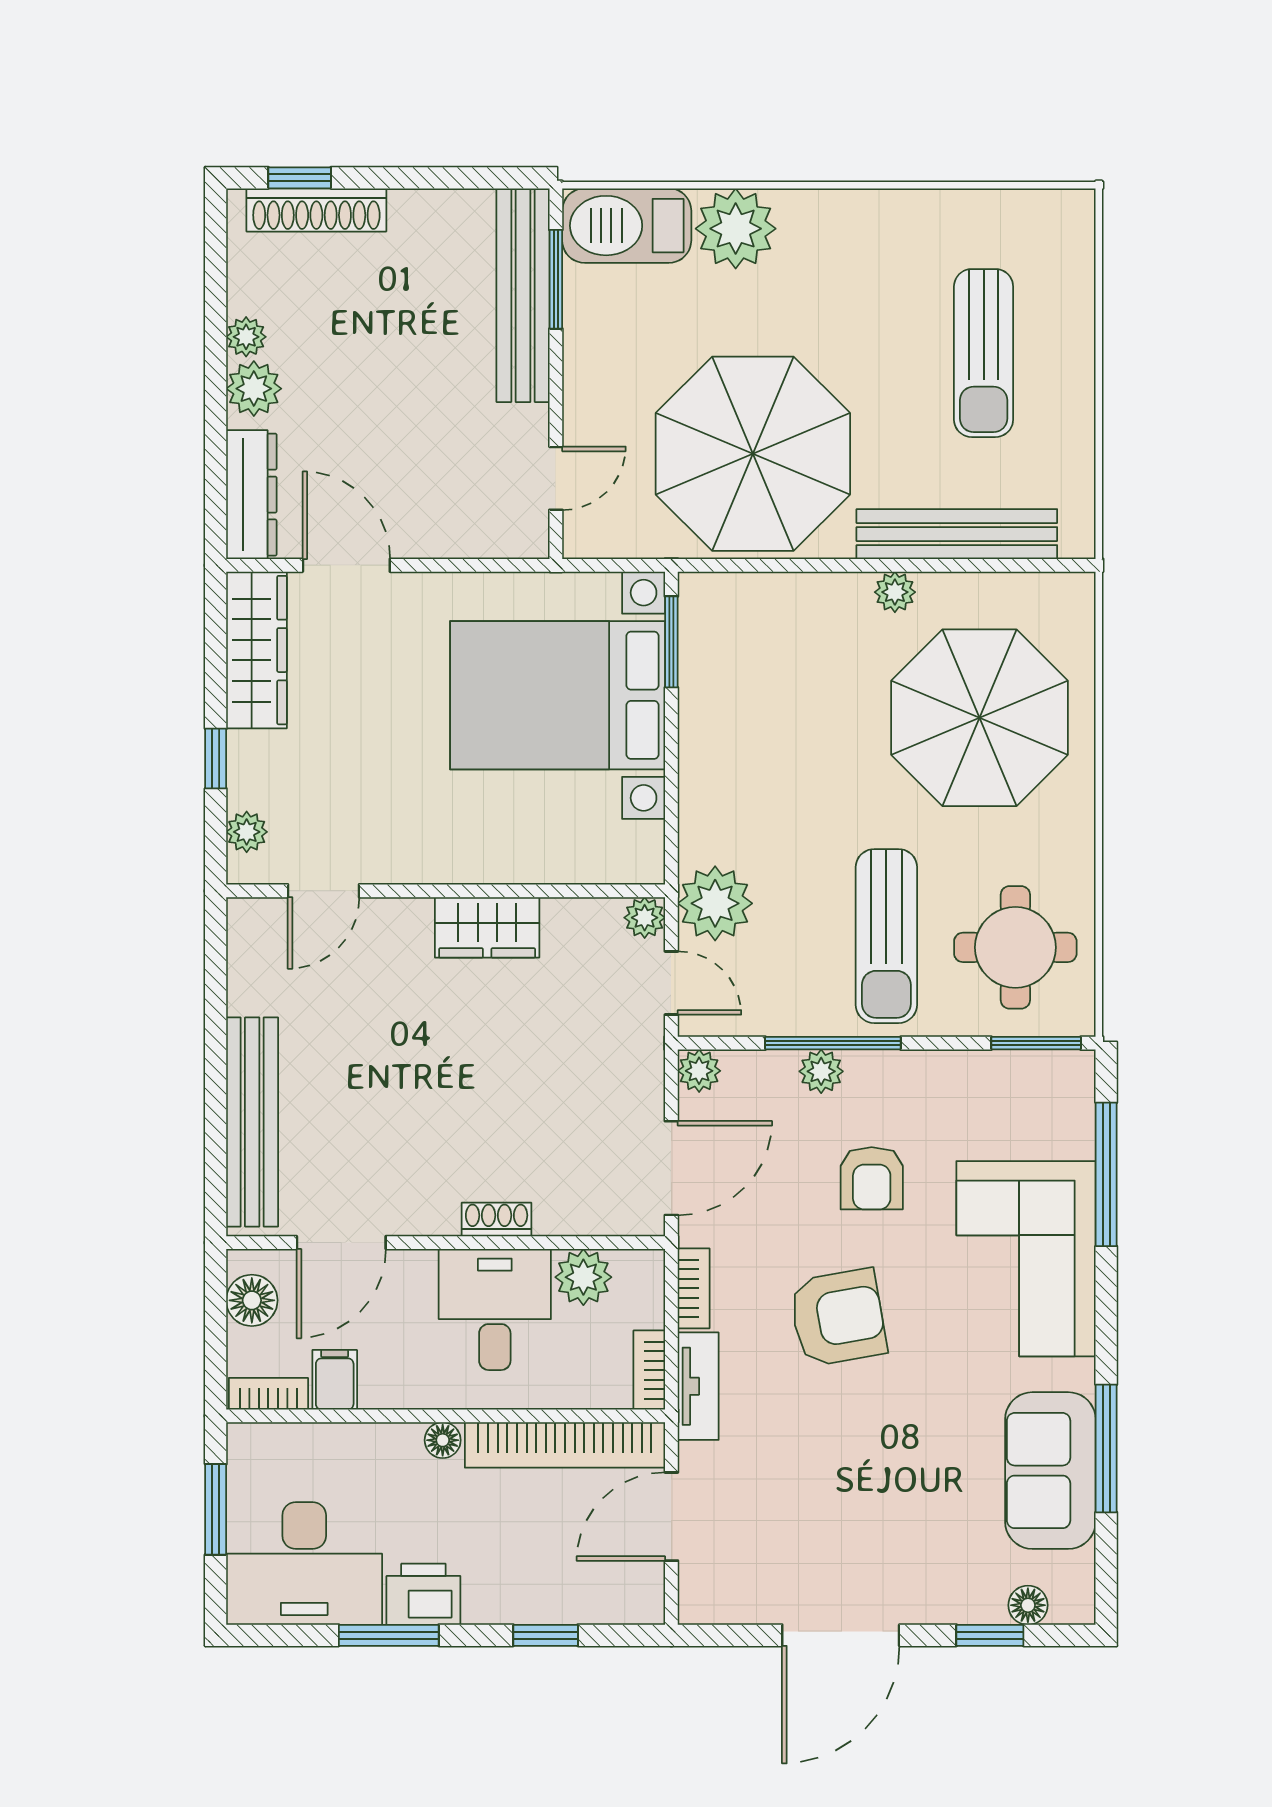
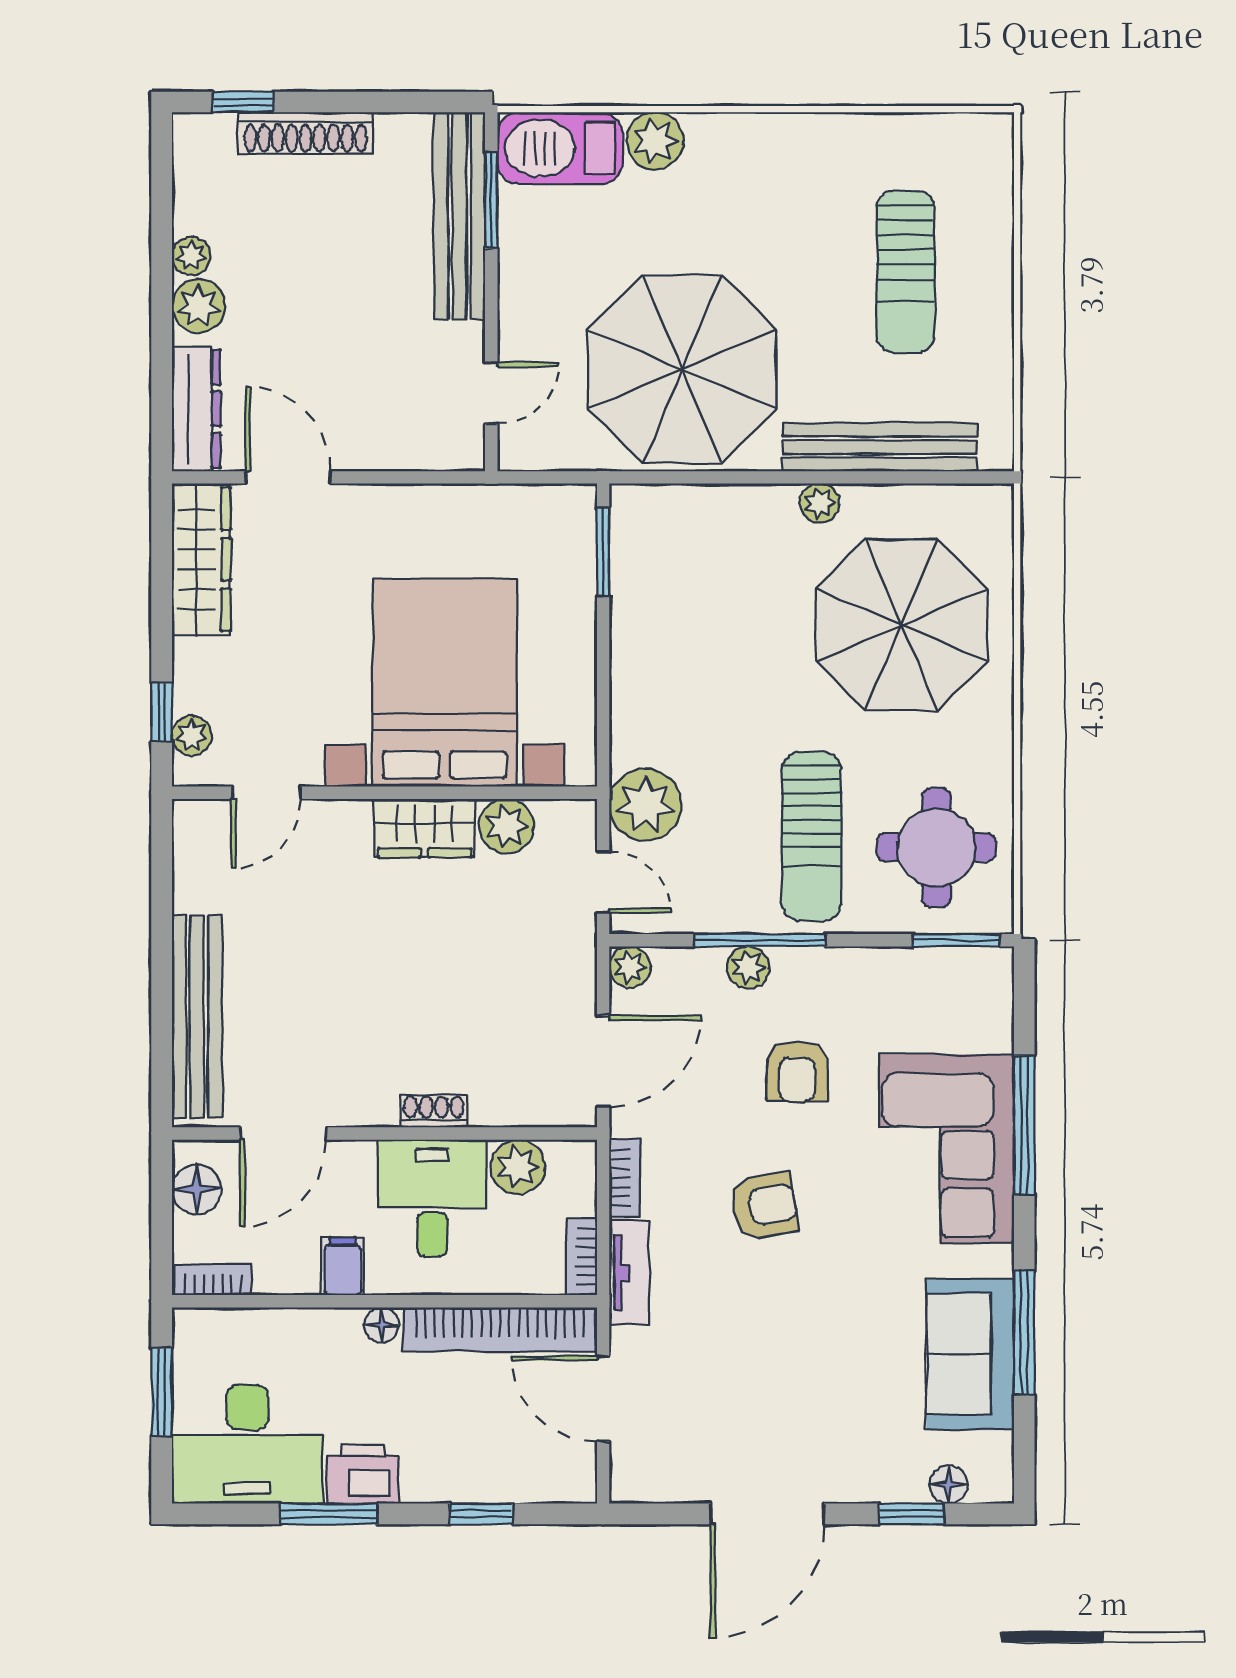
shoe rack: (316, 210) -> (306, 133), moved
plant: (736, 229) -> (655, 141), width x0.73, depth x0.73
bed with nightstands: (558, 695) -> (445, 682), moved, turned 90
window: (216, 759) -> (162, 712), moved
plant: (645, 918) -> (507, 826), moved, width x1.38, depth x1.38
window: (1106, 1174) -> (1024, 1125), moved
armchair: (838, 1318) -> (764, 1206), width x0.72, depth x0.72
filing cabinet: (335, 1380) -> (343, 1266), moved
door: (671, 1517) -> (603, 1399), hinge flipped

